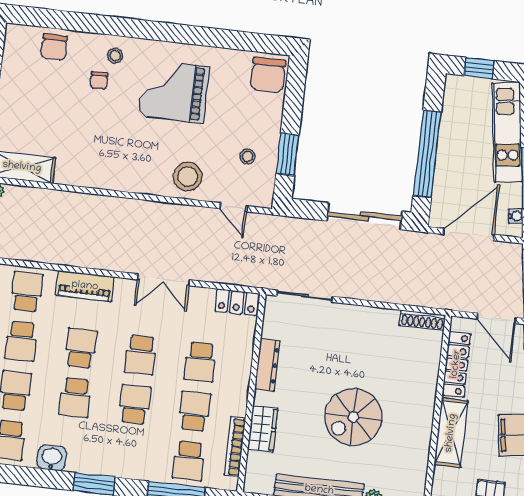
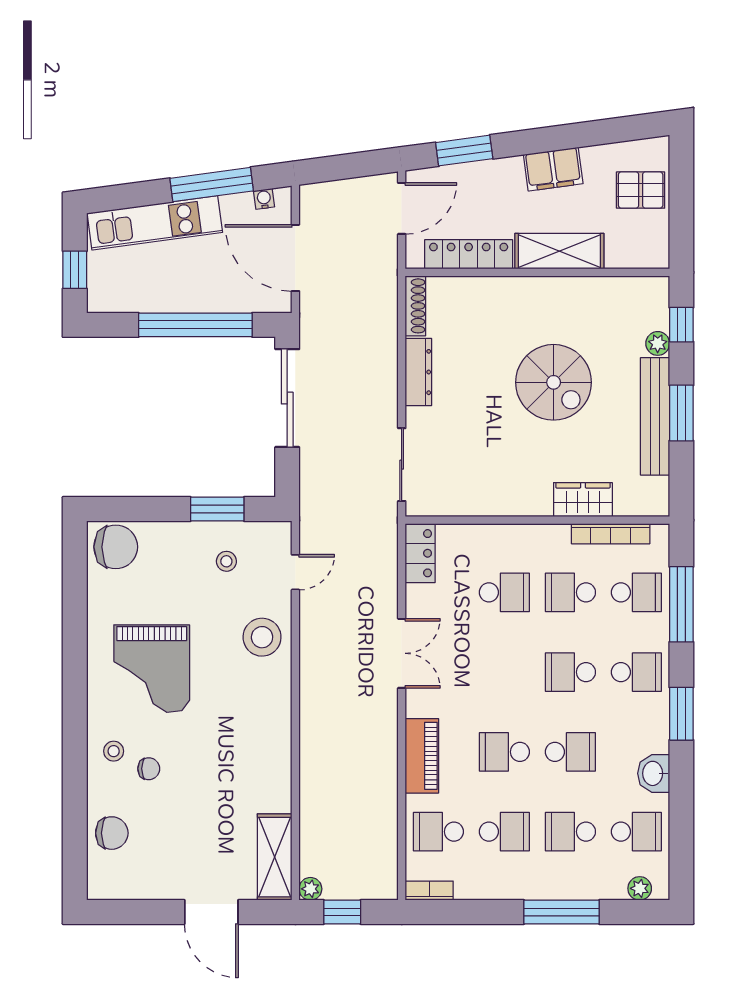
school desk: (140, 355) -> (636, 672), moved
dresser: (267, 365) -> (418, 372), moved, turned 90

